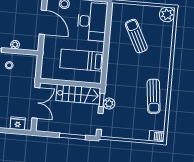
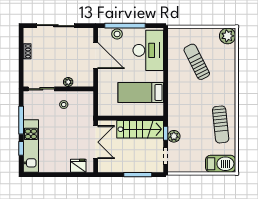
barbecue: (157, 136) -> (221, 164), width x1.88, depth x1.53

